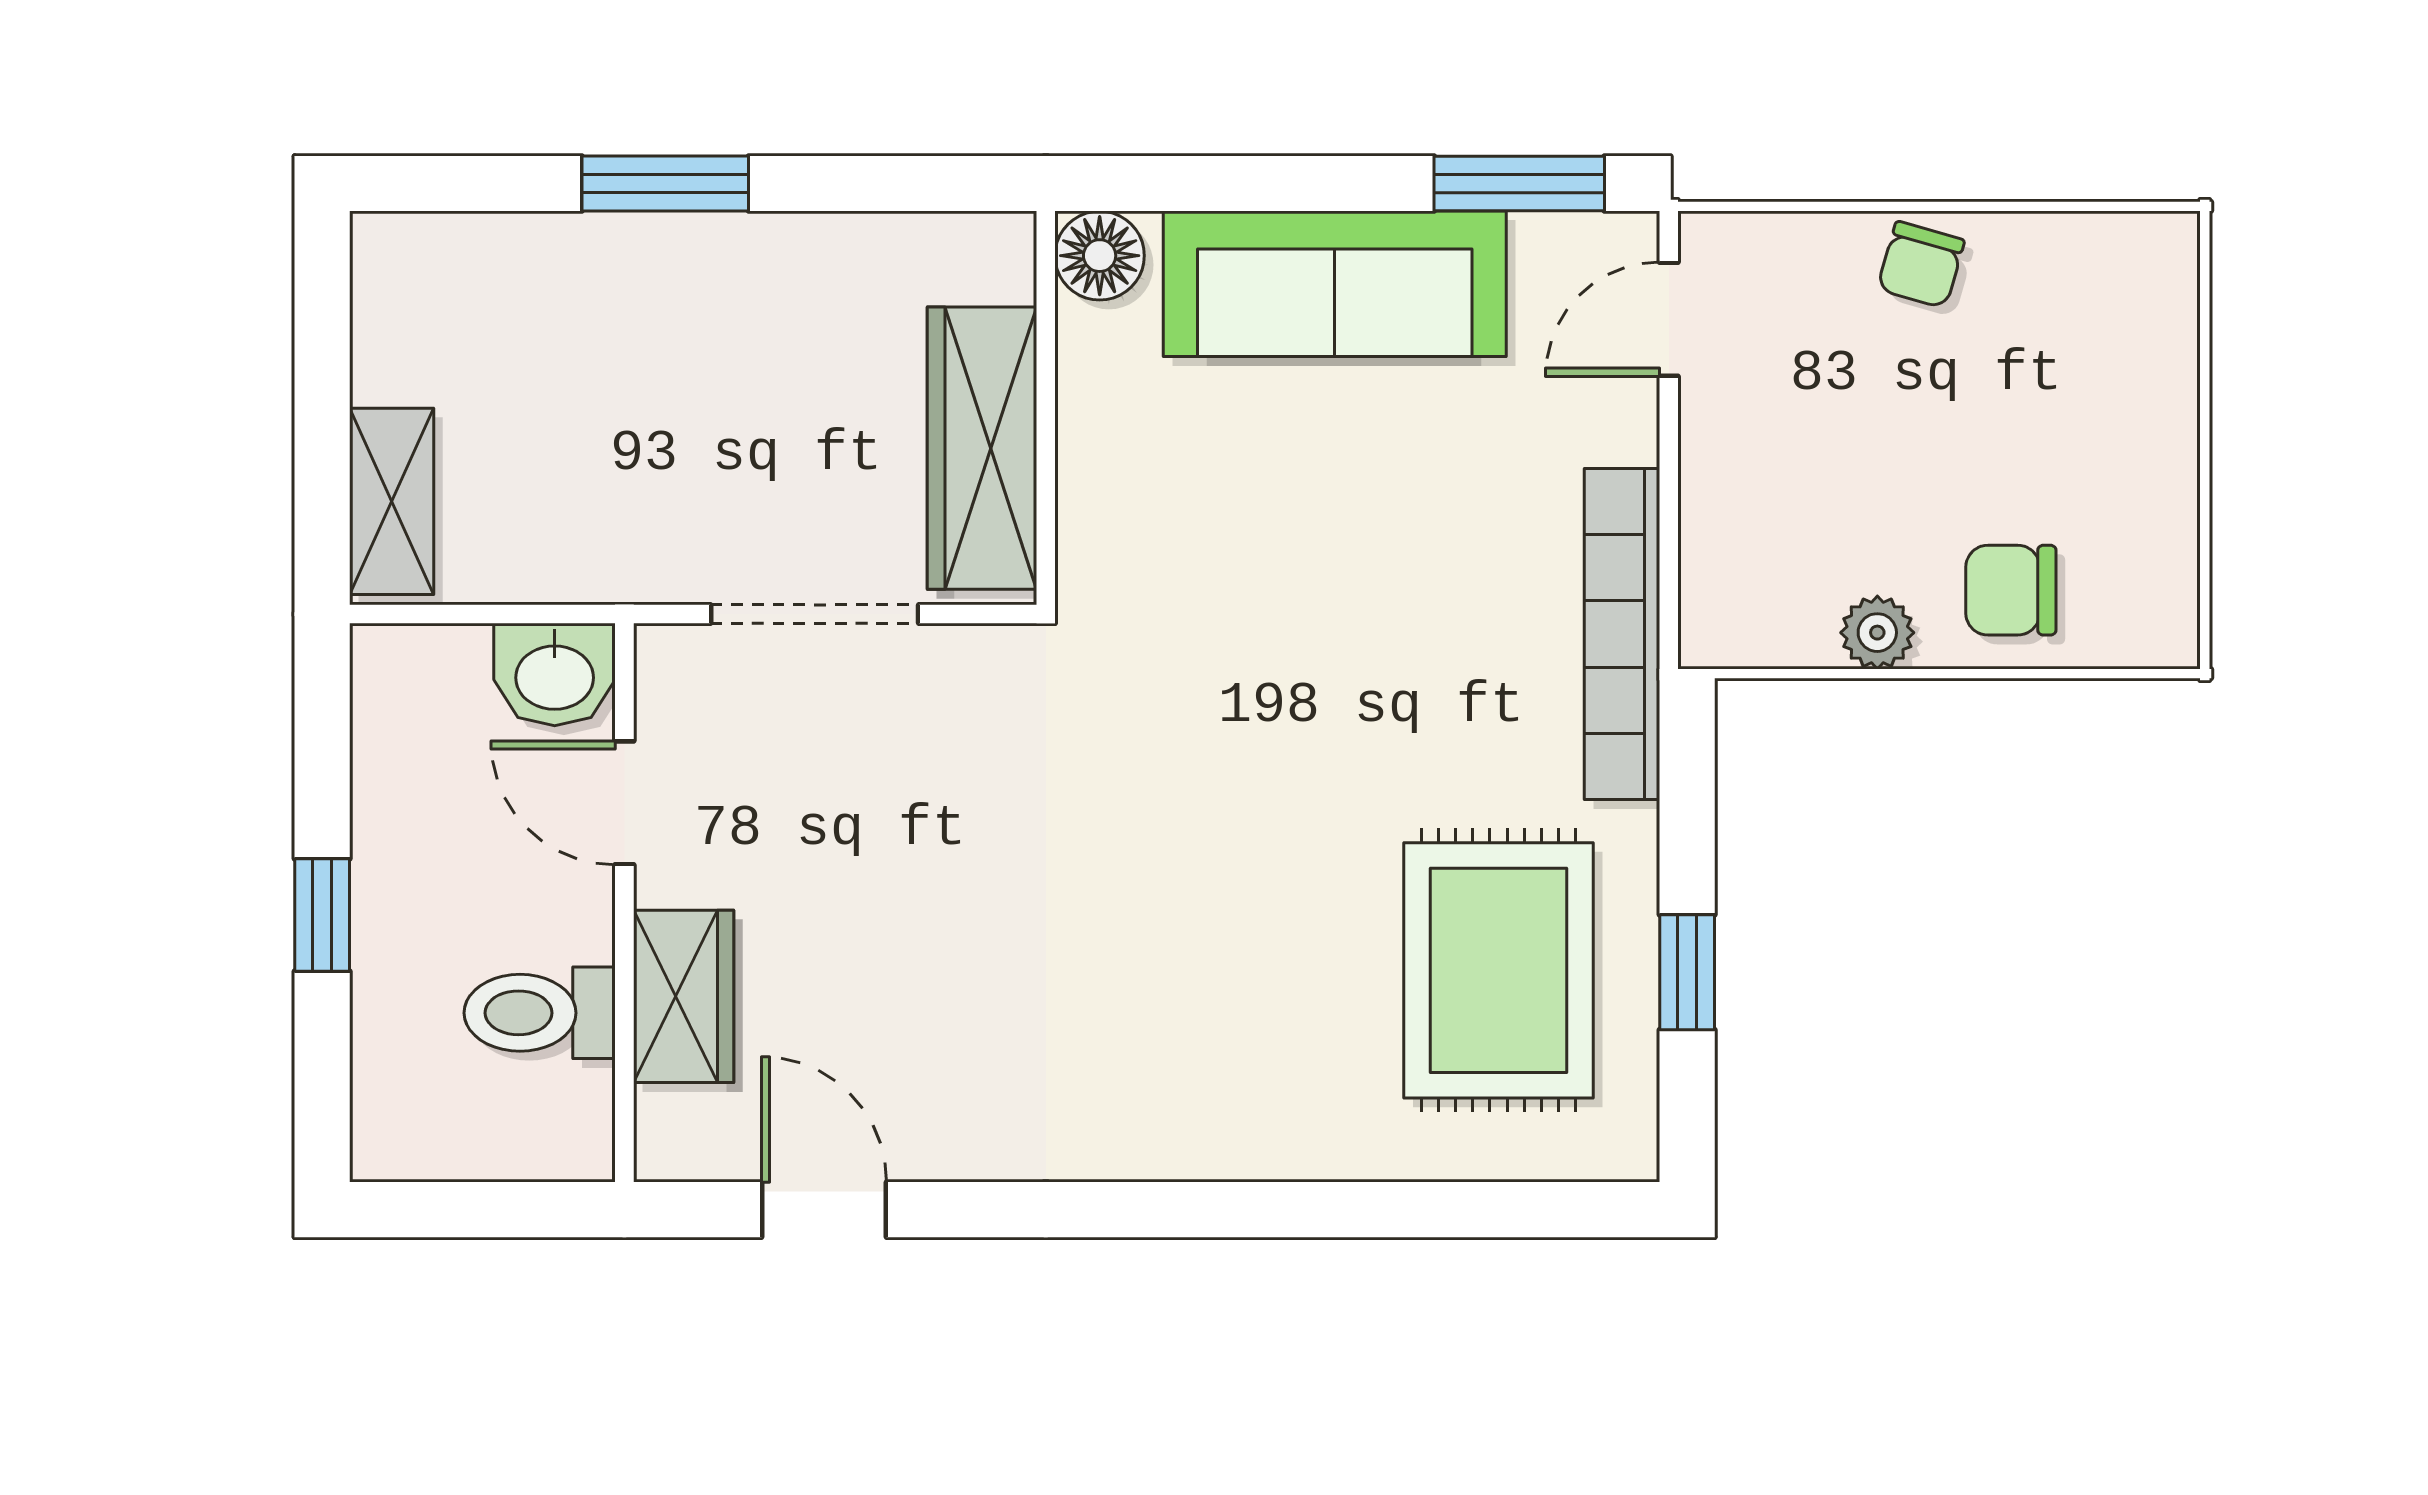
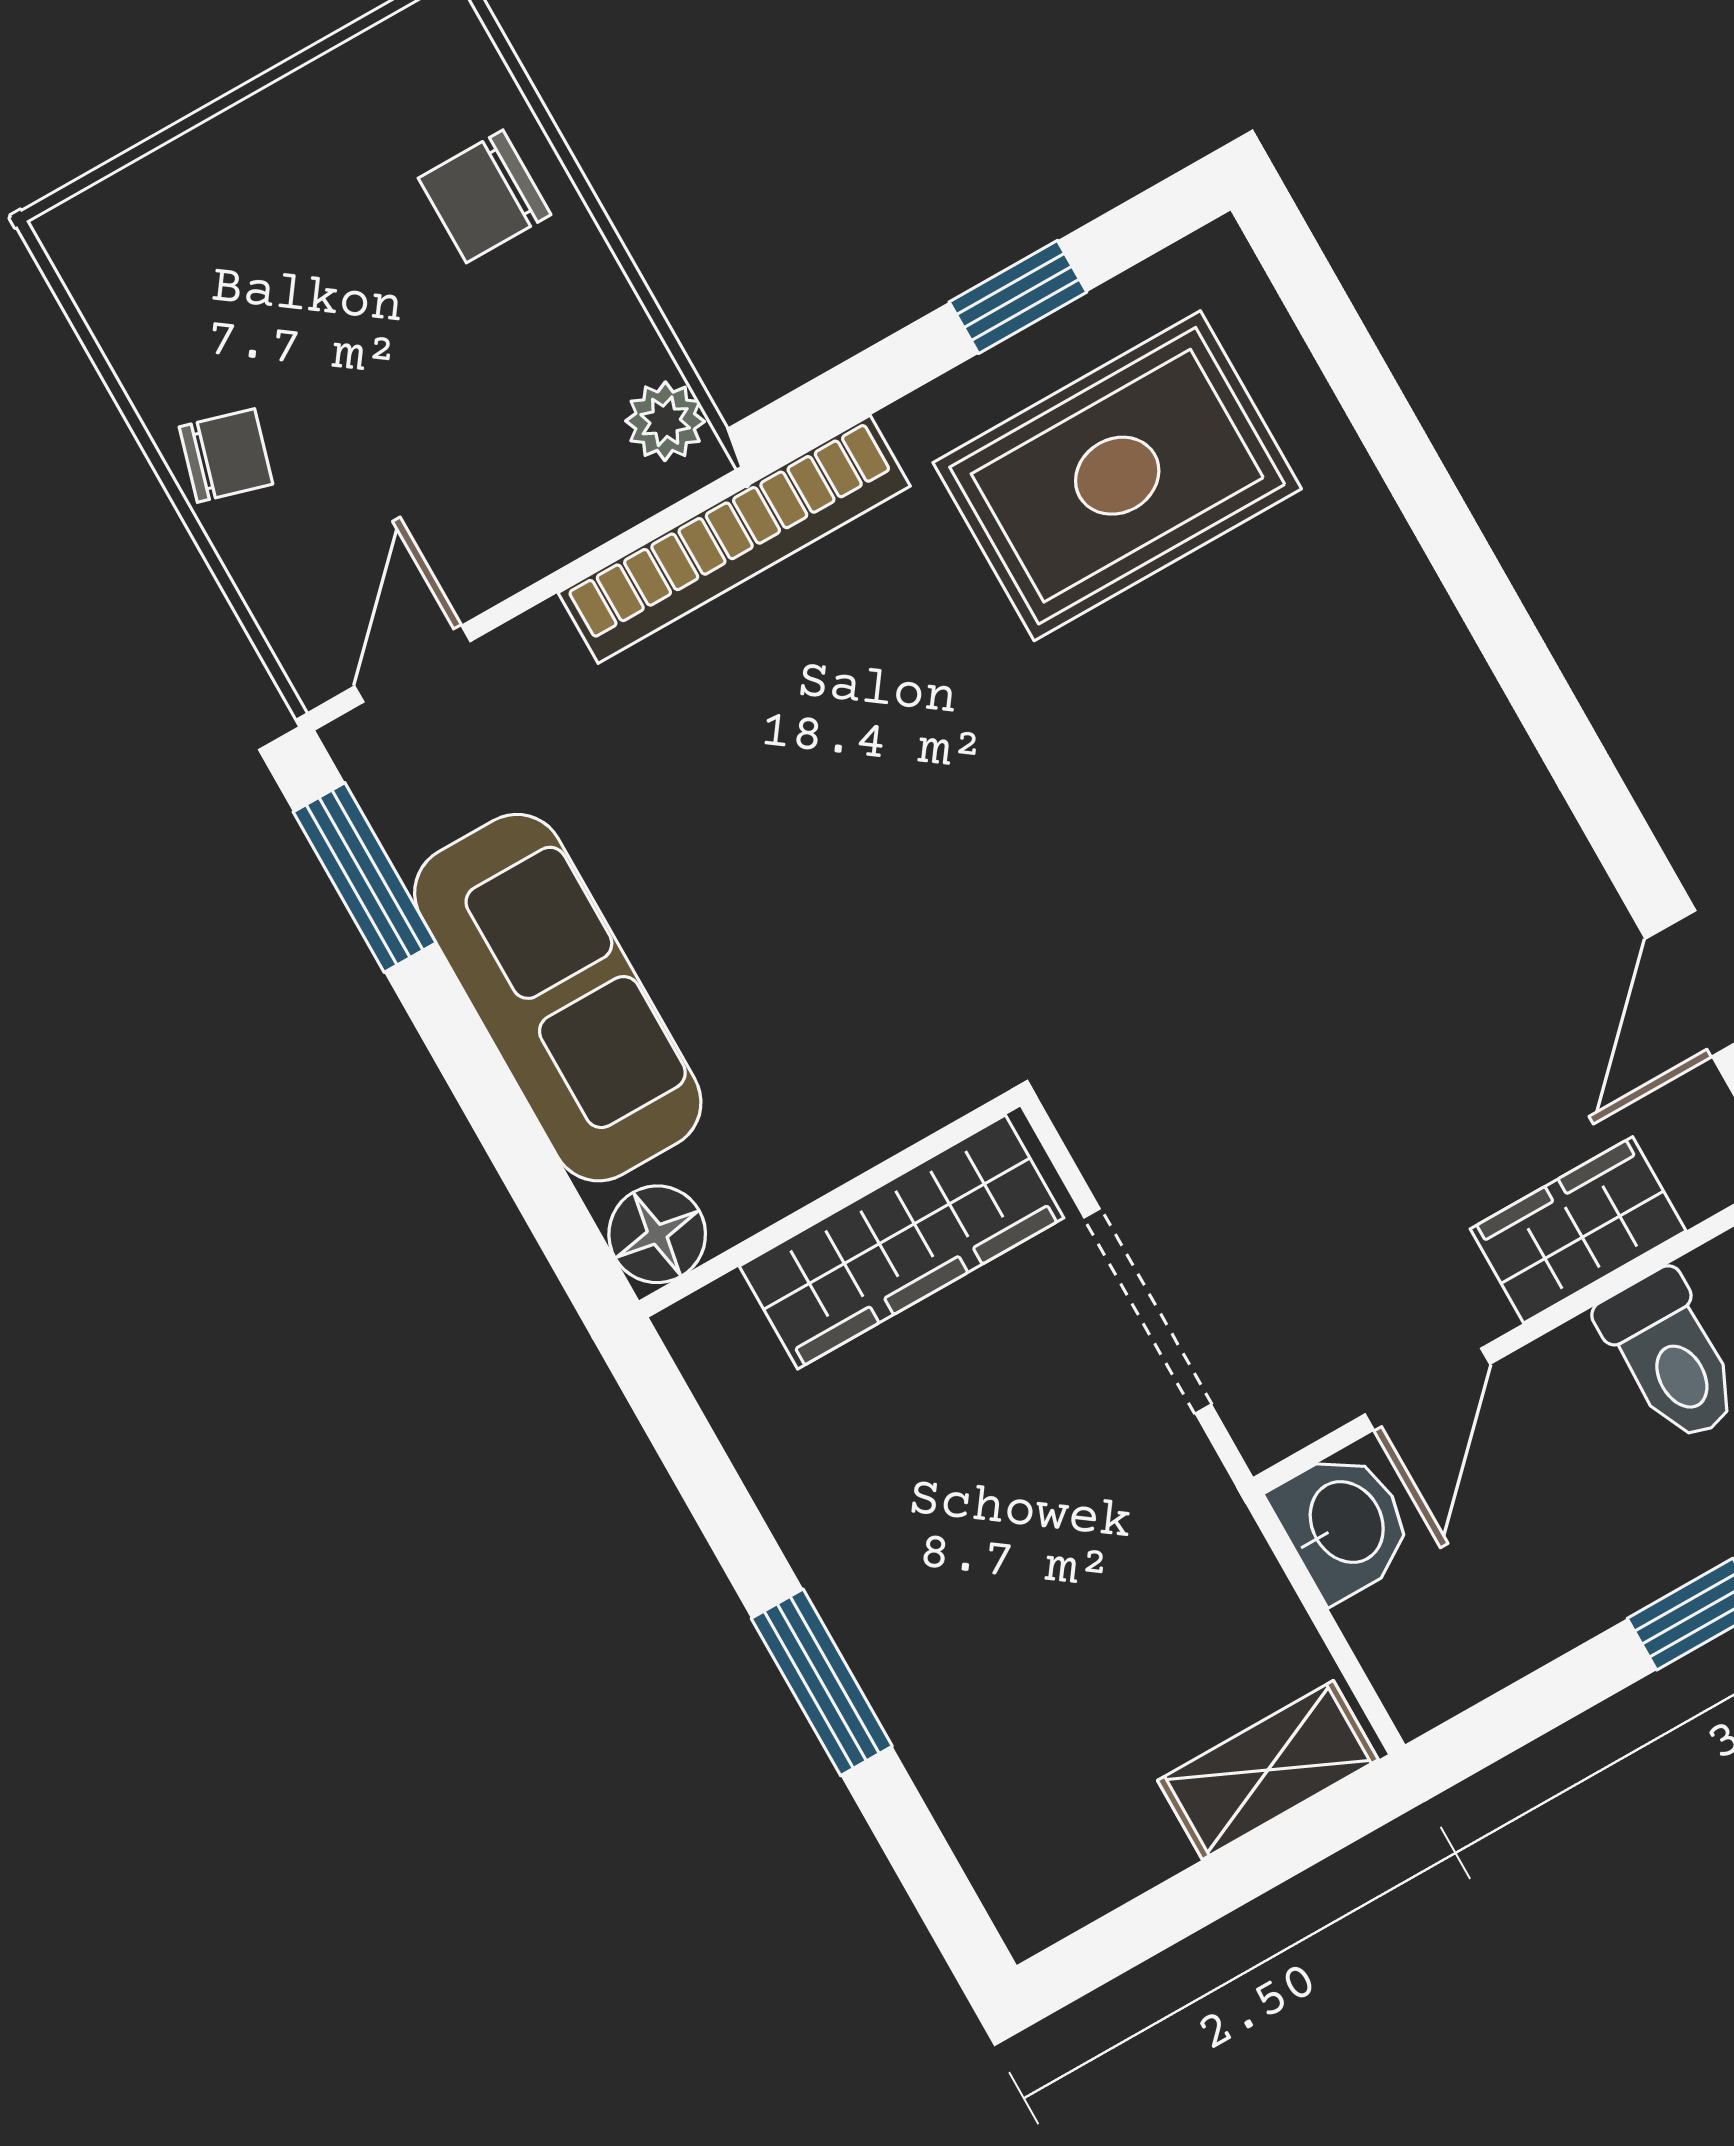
door: (1669, 319) -> (412, 664), swing flipped
chair: (2011, 590) -> (485, 196), turned 90
plant: (1877, 633) -> (665, 421), moved

